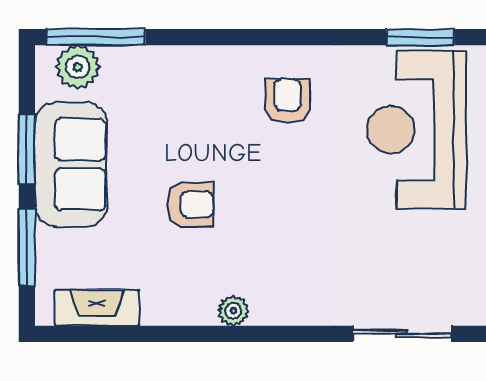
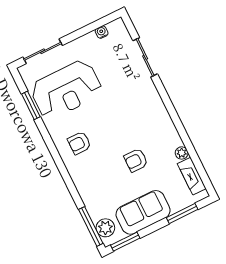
window: (27, 149) -> (125, 242), moved
armchair: (191, 204) -> (136, 160), turned -90
plant: (233, 311) -> (182, 153), moved

